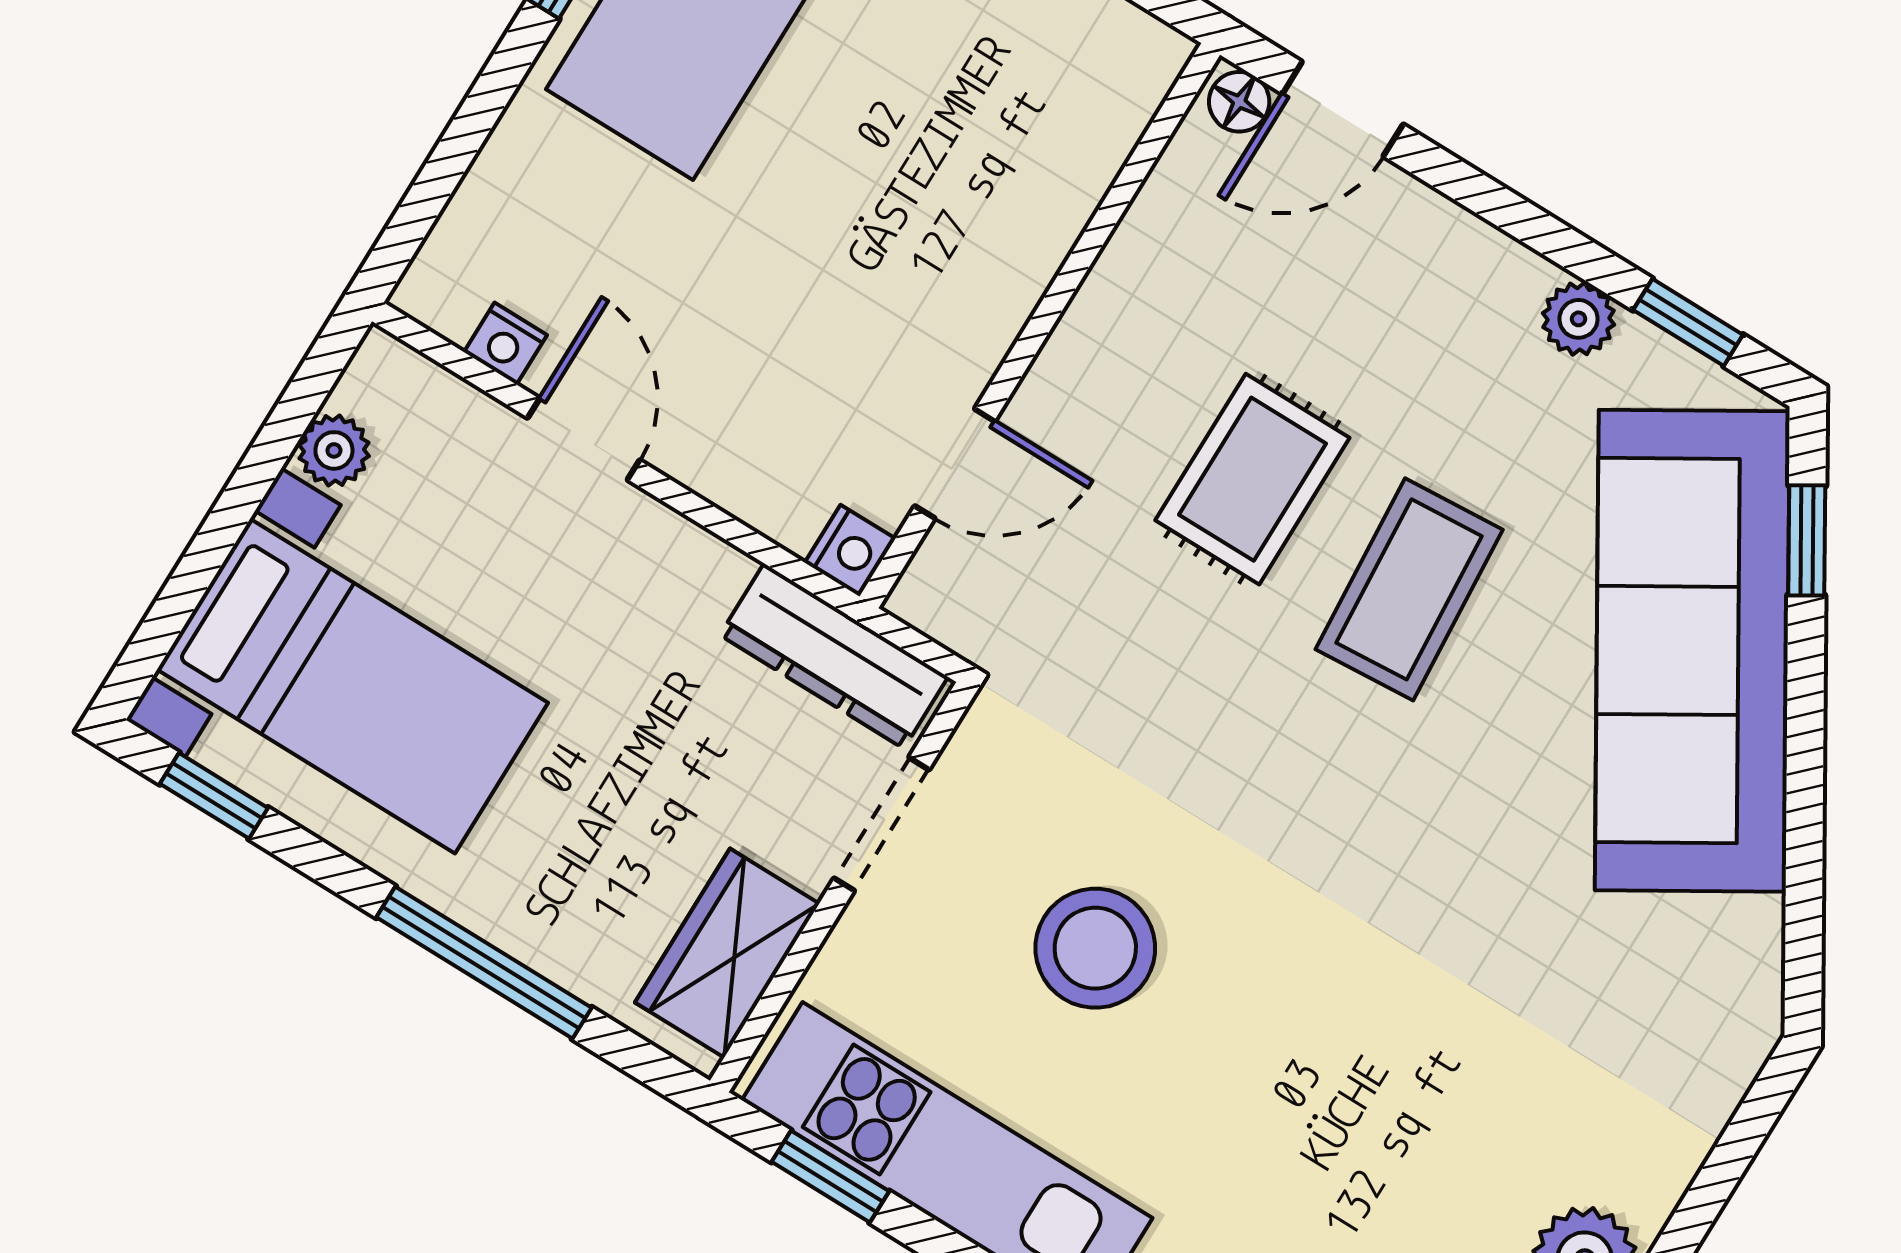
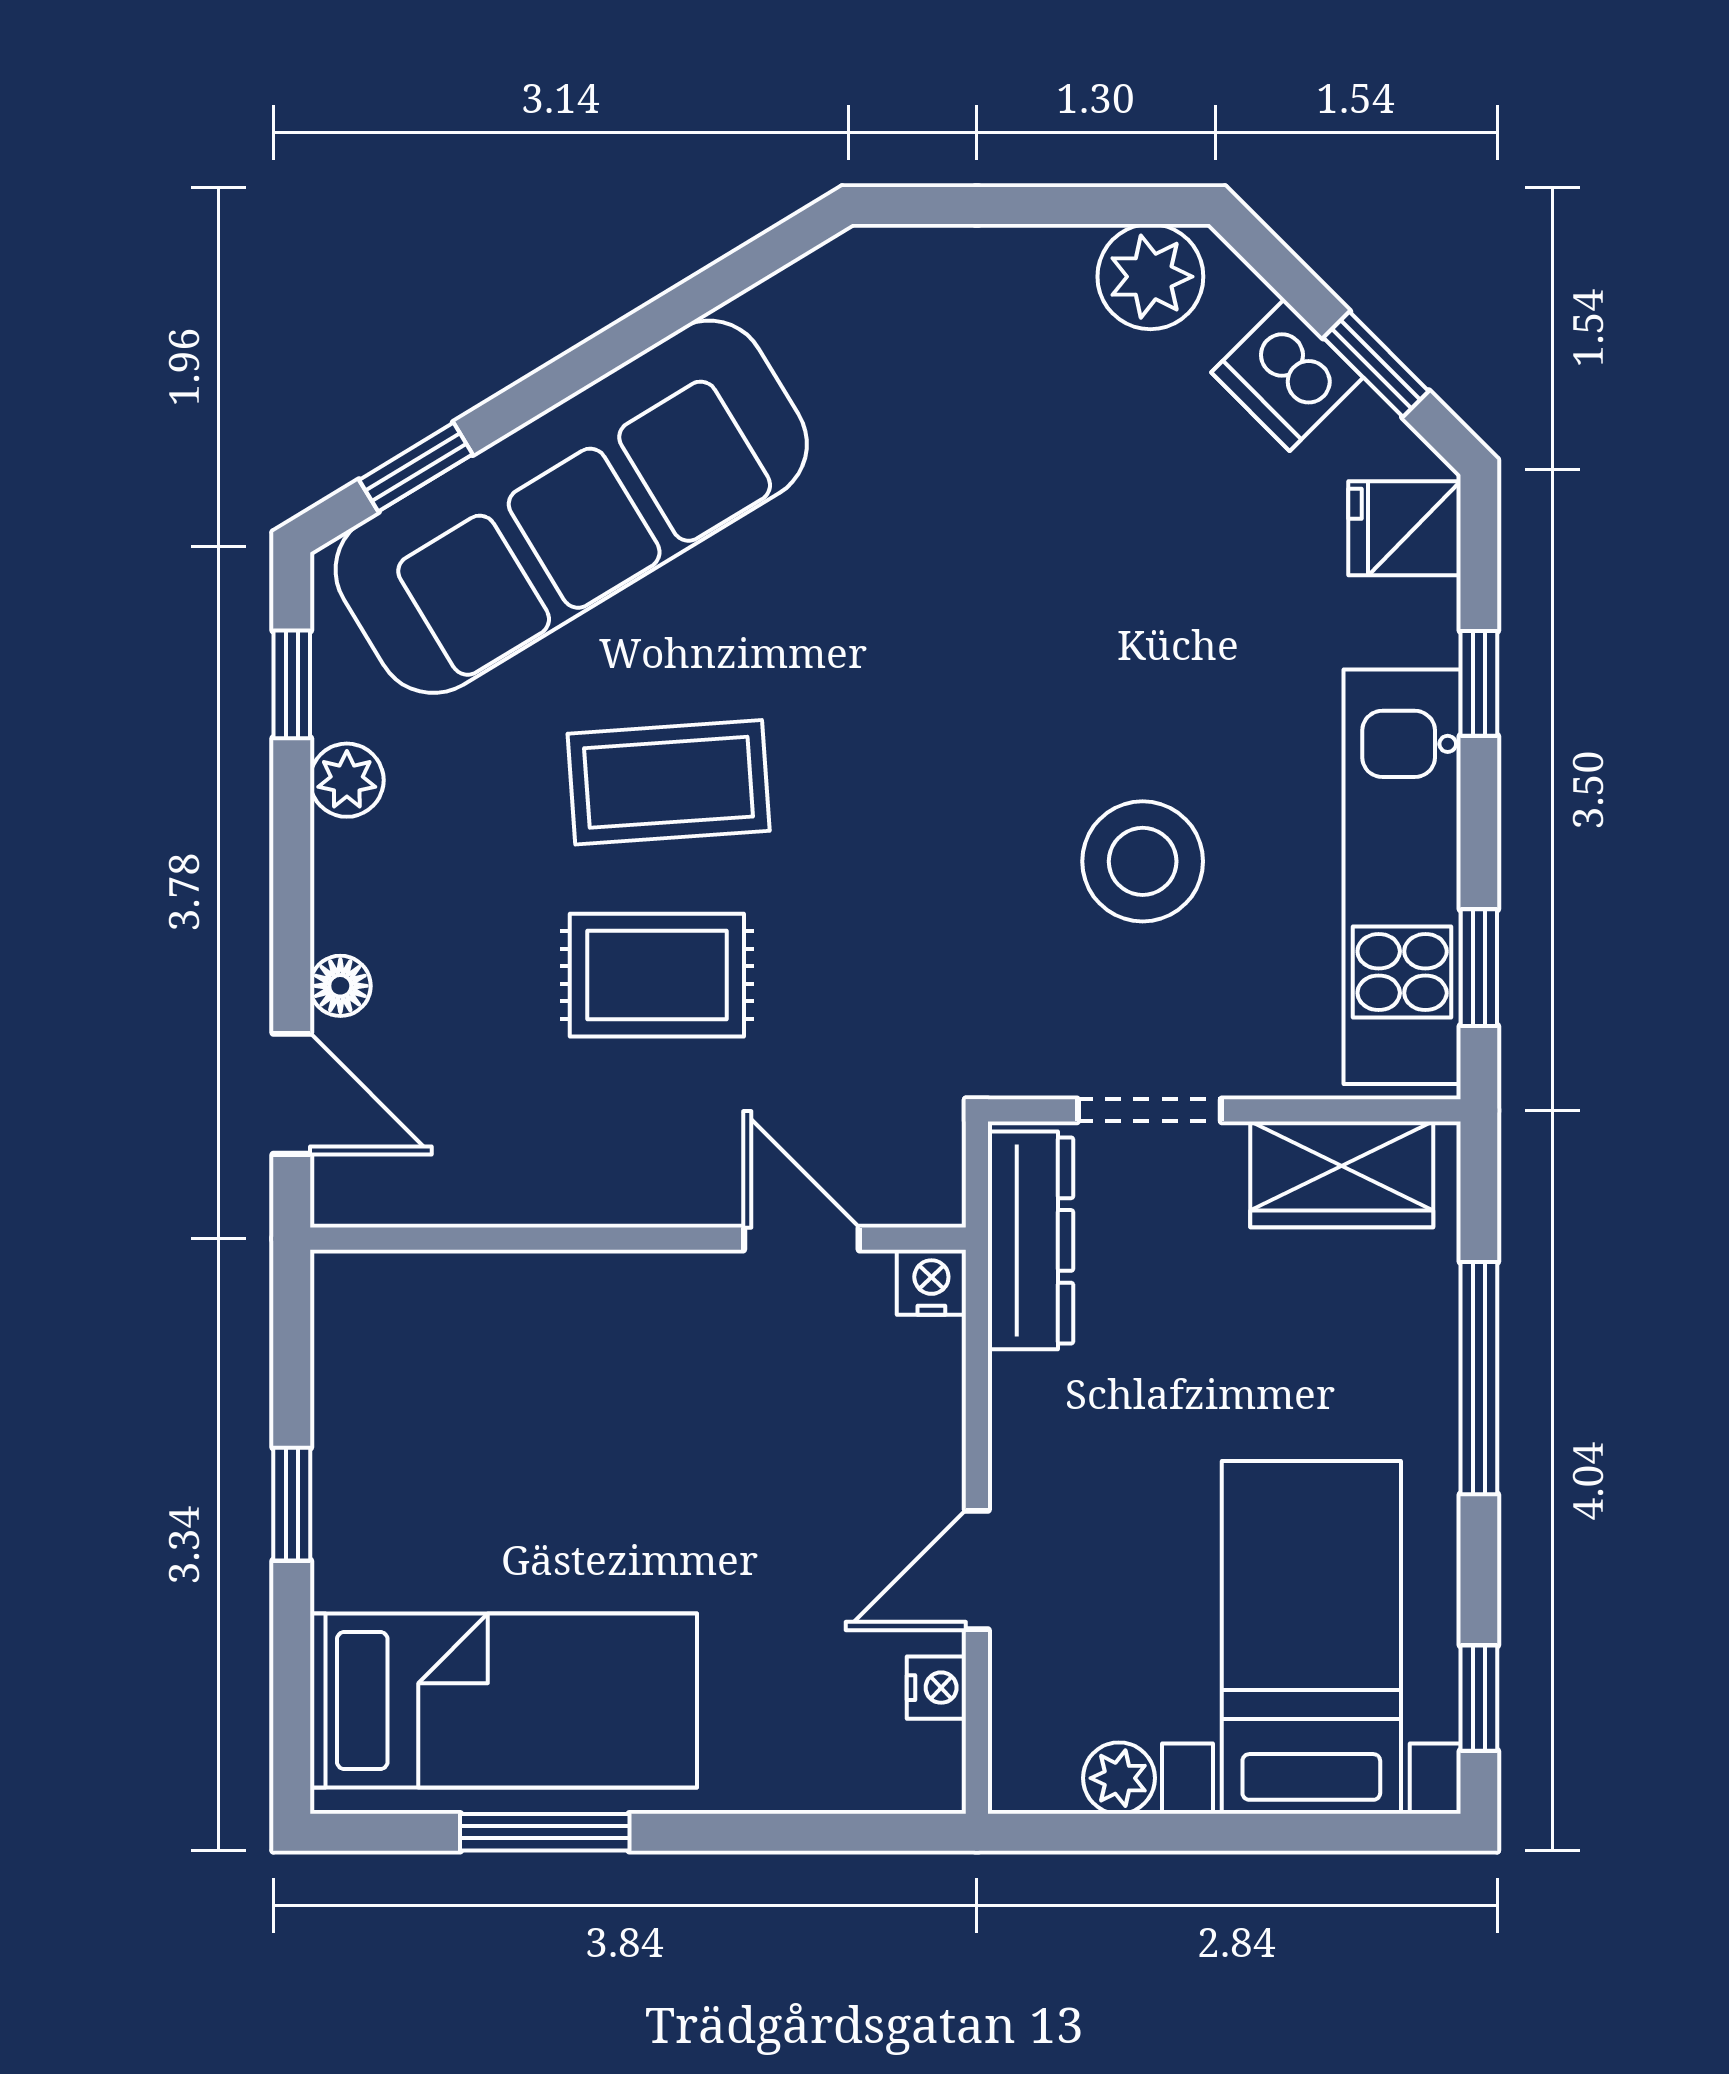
floor lamp: (1239, 102) -> (340, 986), moved

